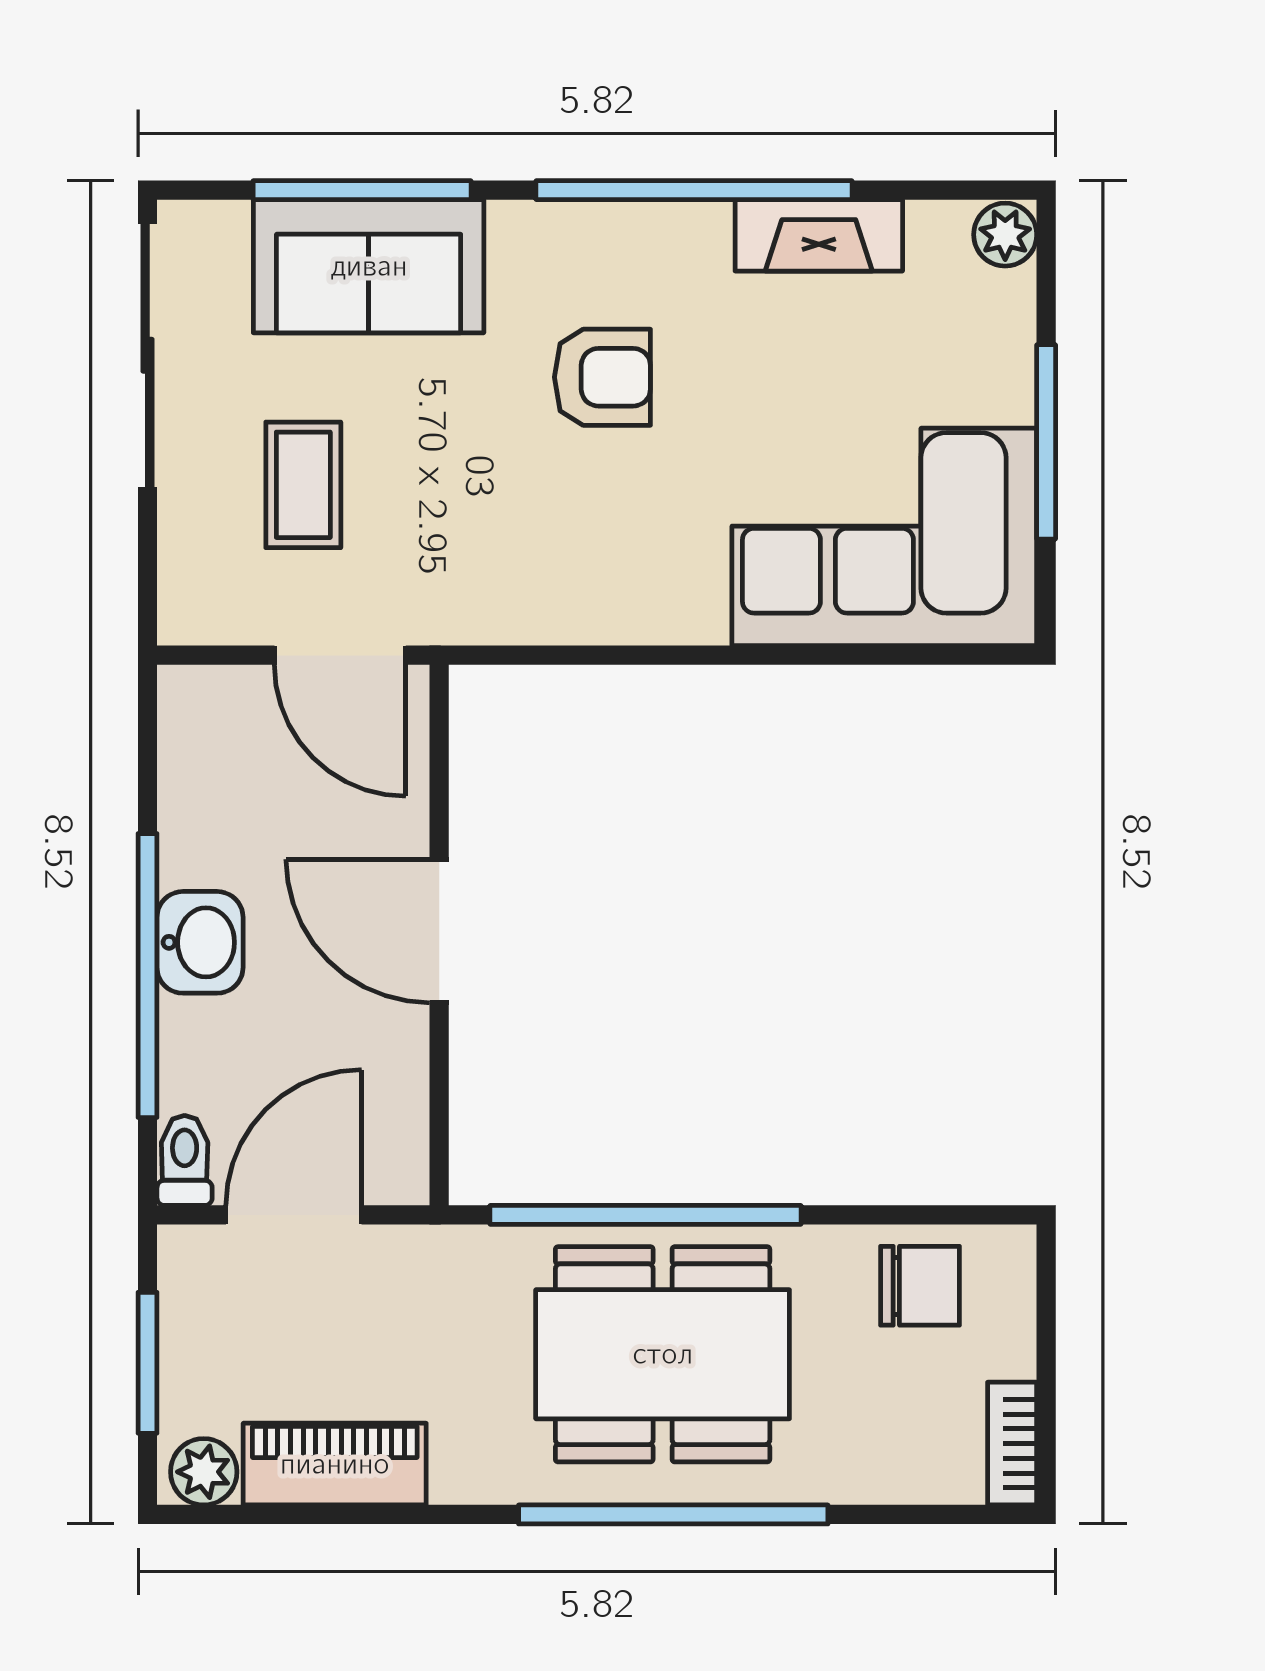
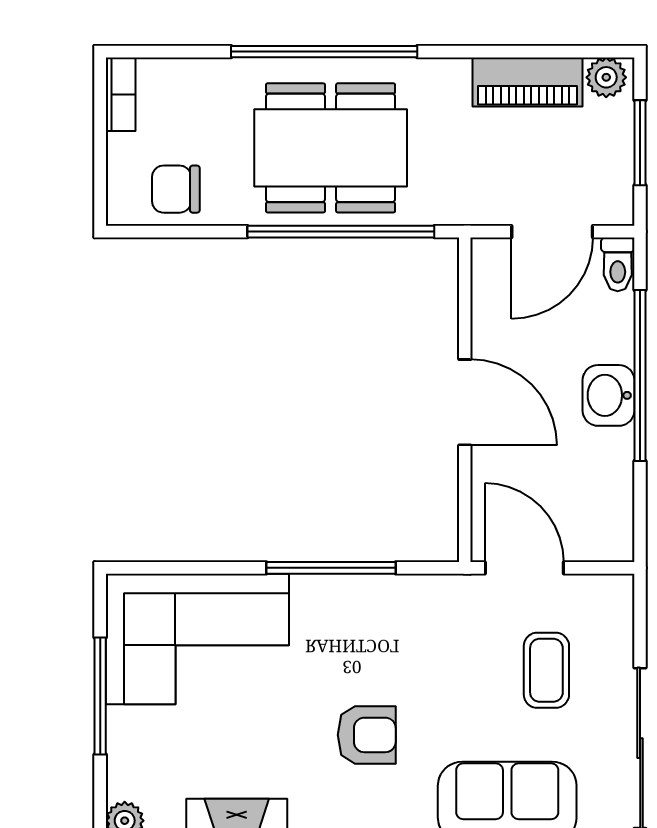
armchair: (602, 377) -> (367, 735), turned 180
window: (662, 655) -> (331, 568), added

